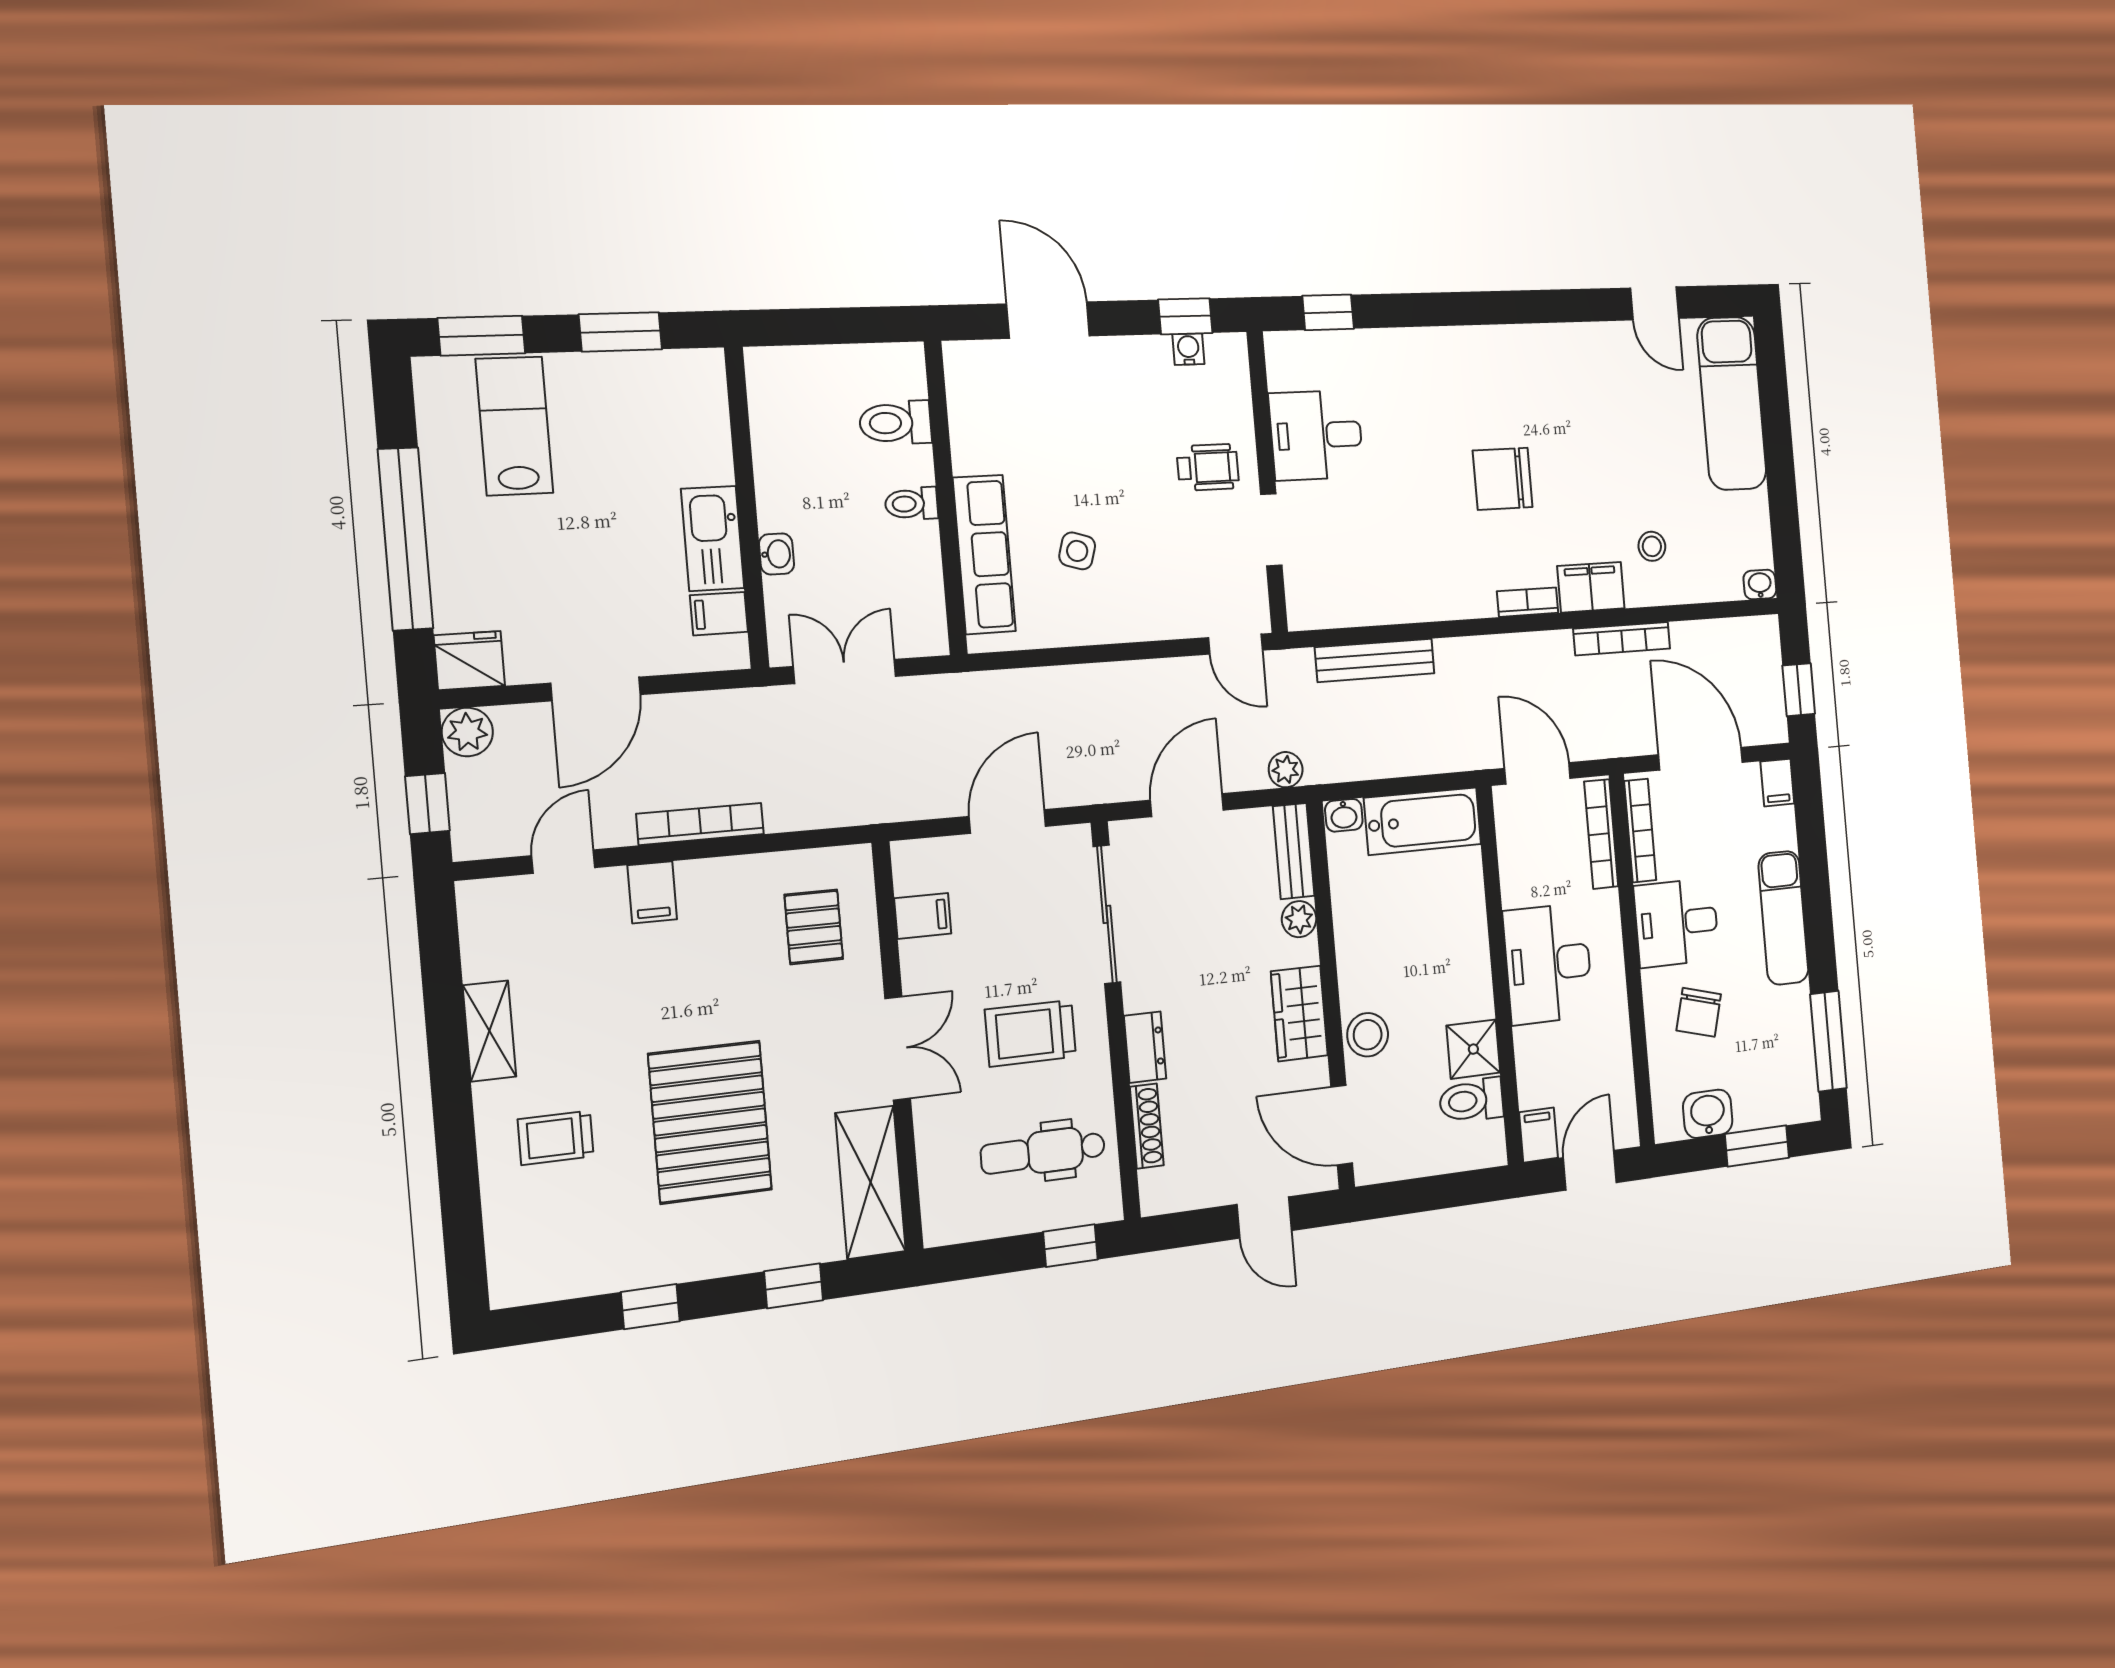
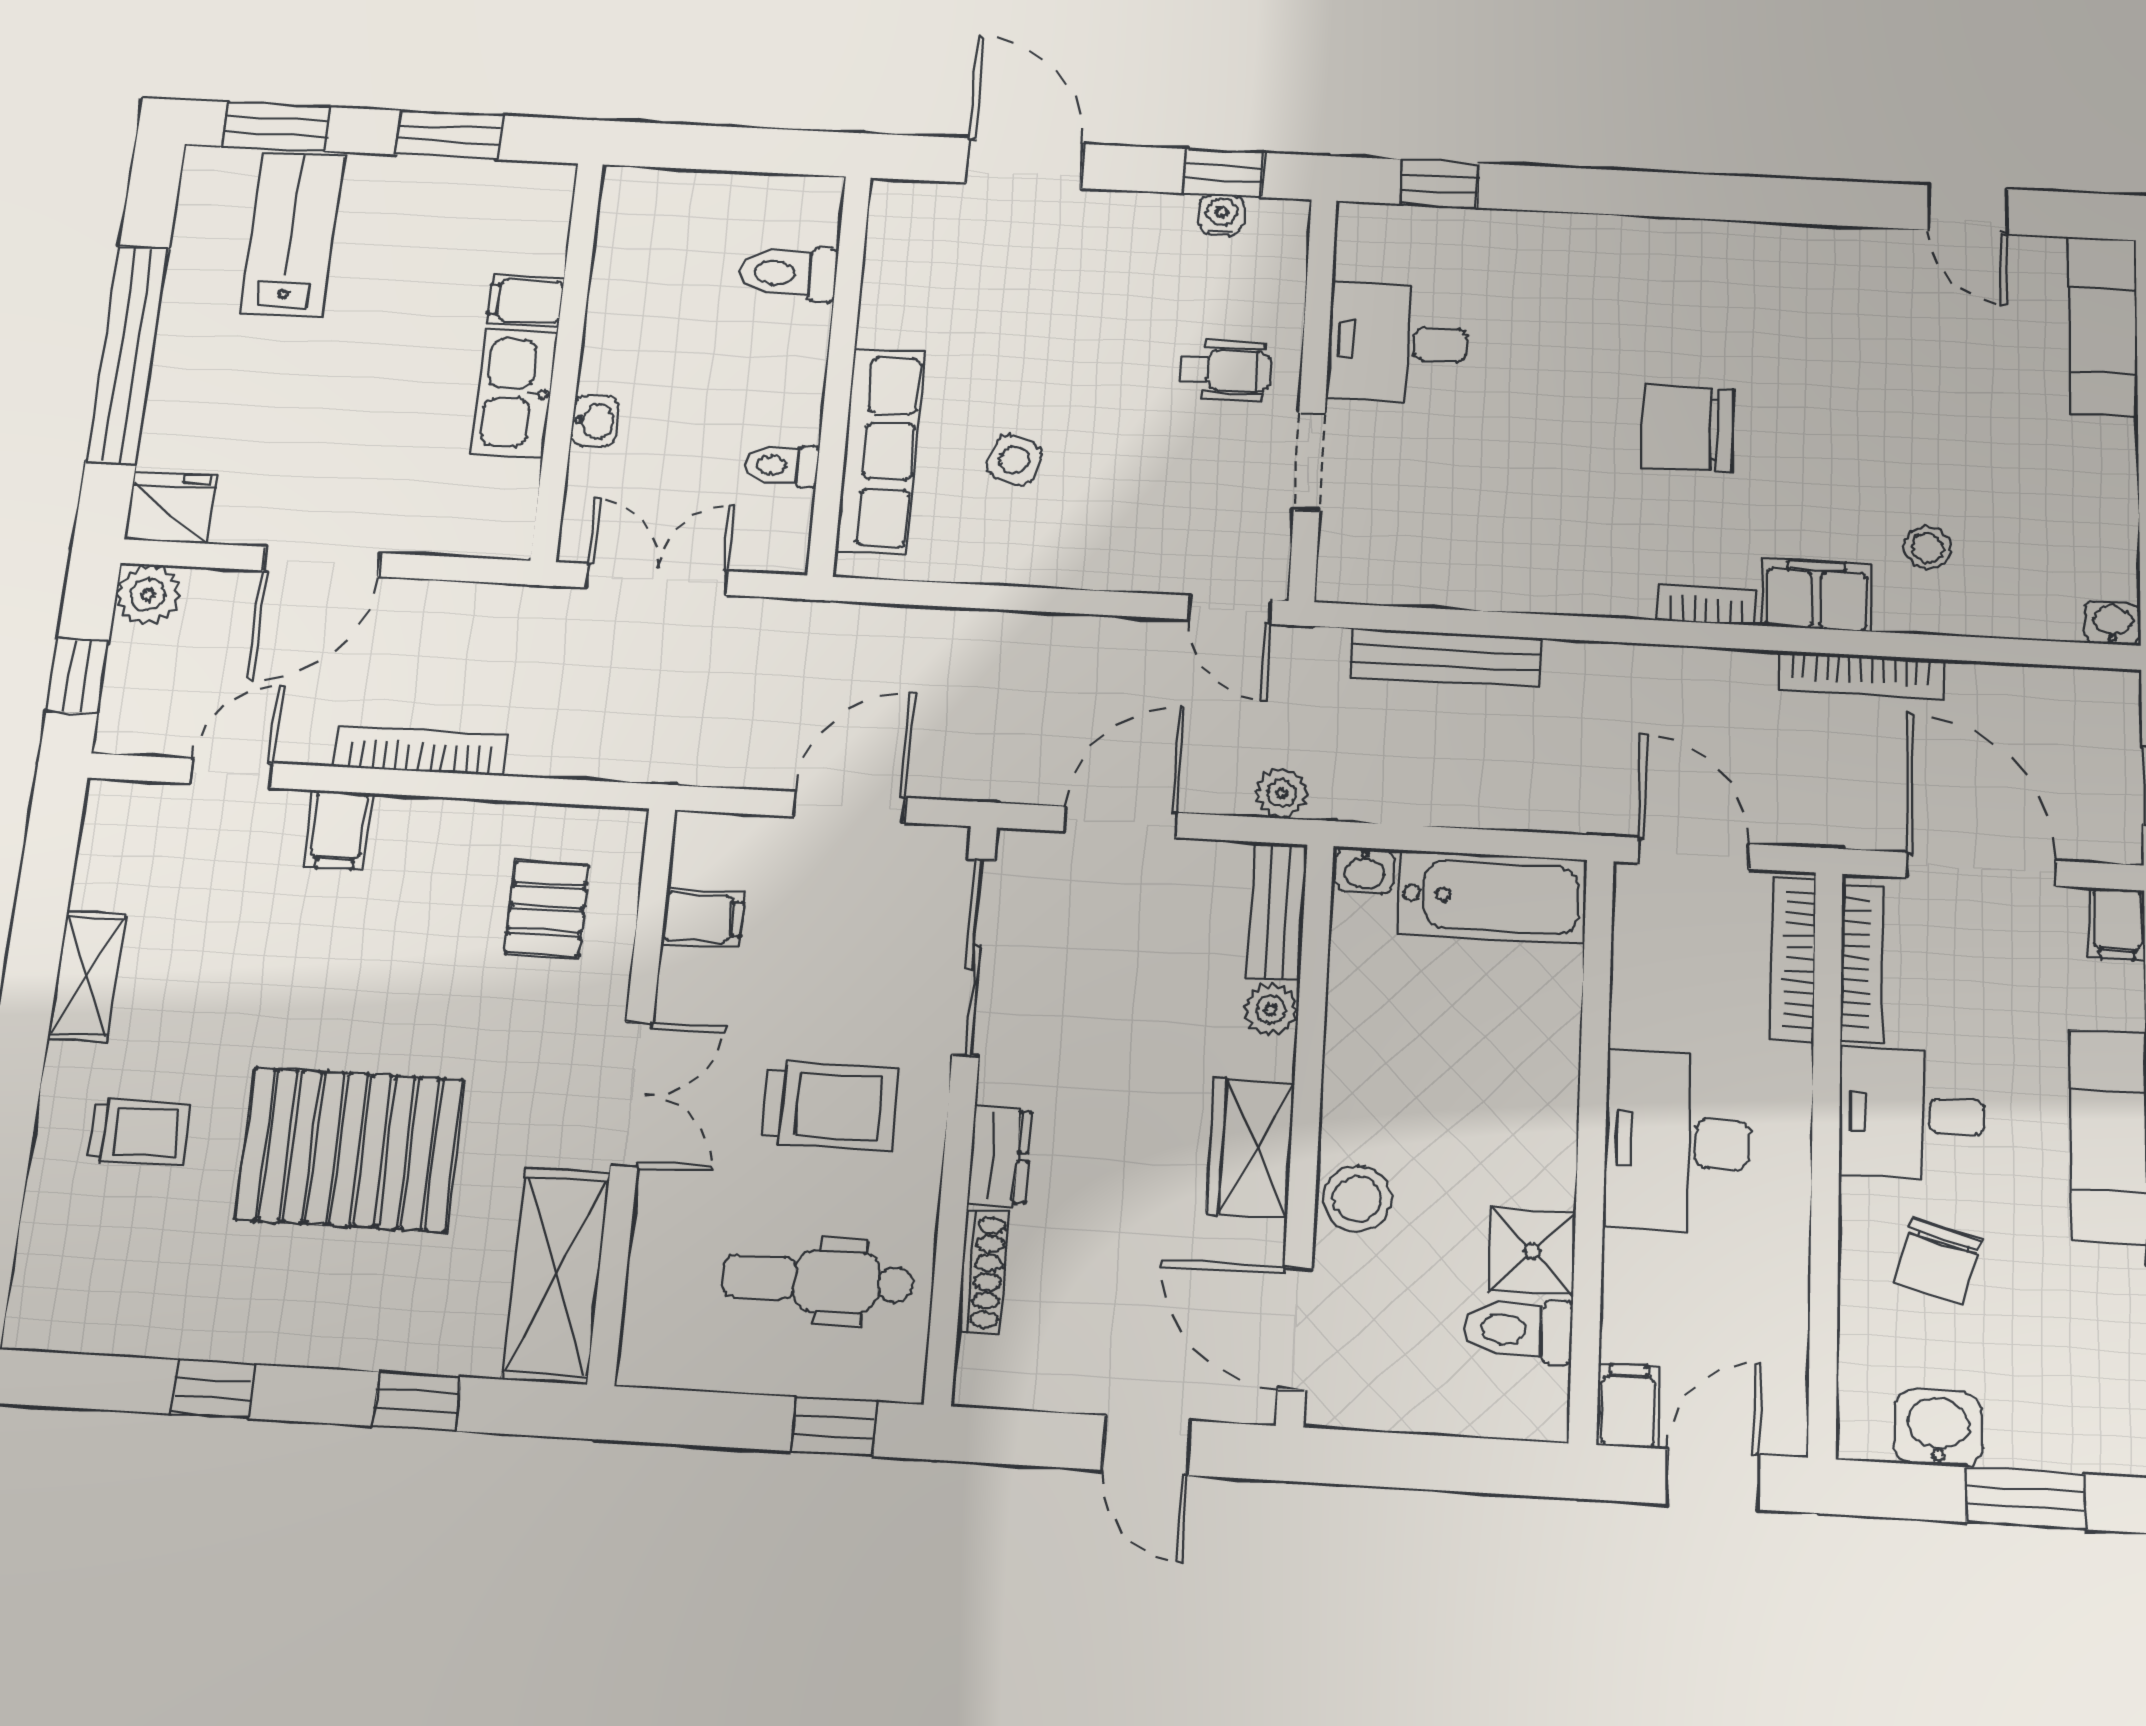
exam couch: (1732, 403) -> (2102, 327), width x0.73, depth x0.69
toilet: (911, 504) -> (782, 466), moved
filing cabinet: (719, 614) -> (526, 301), moved
trolley: (1031, 1033) -> (830, 1106), turned 180
pallet: (710, 1122) -> (349, 1149), turned 90
trolley: (556, 1138) -> (139, 1132), turned 180

